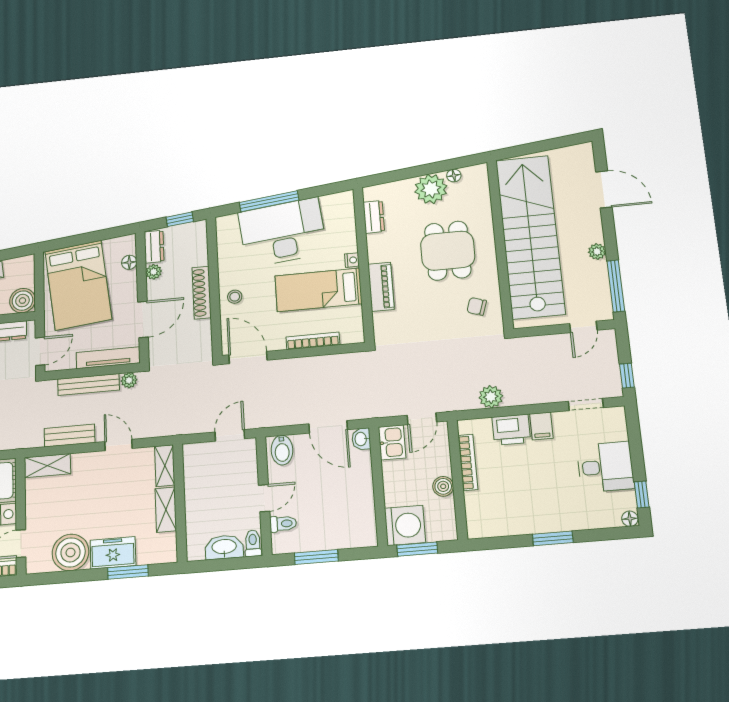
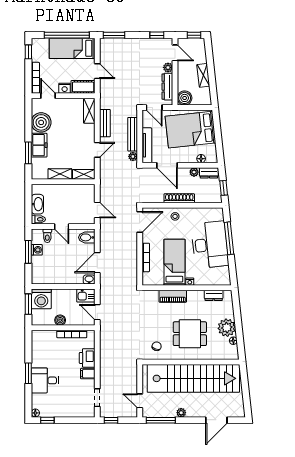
plant: (491, 397) -> (106, 349), removed
desk: (605, 467) -> (45, 380), moved, turned 90
washing machine: (311, 541) -> (37, 250), added

